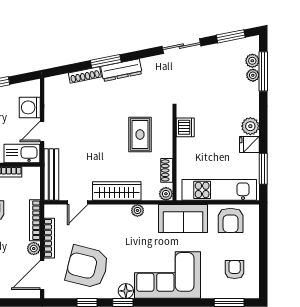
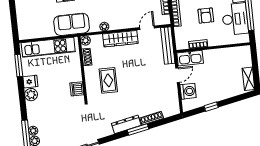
armchair: (231, 220) -> (38, 27), removed

